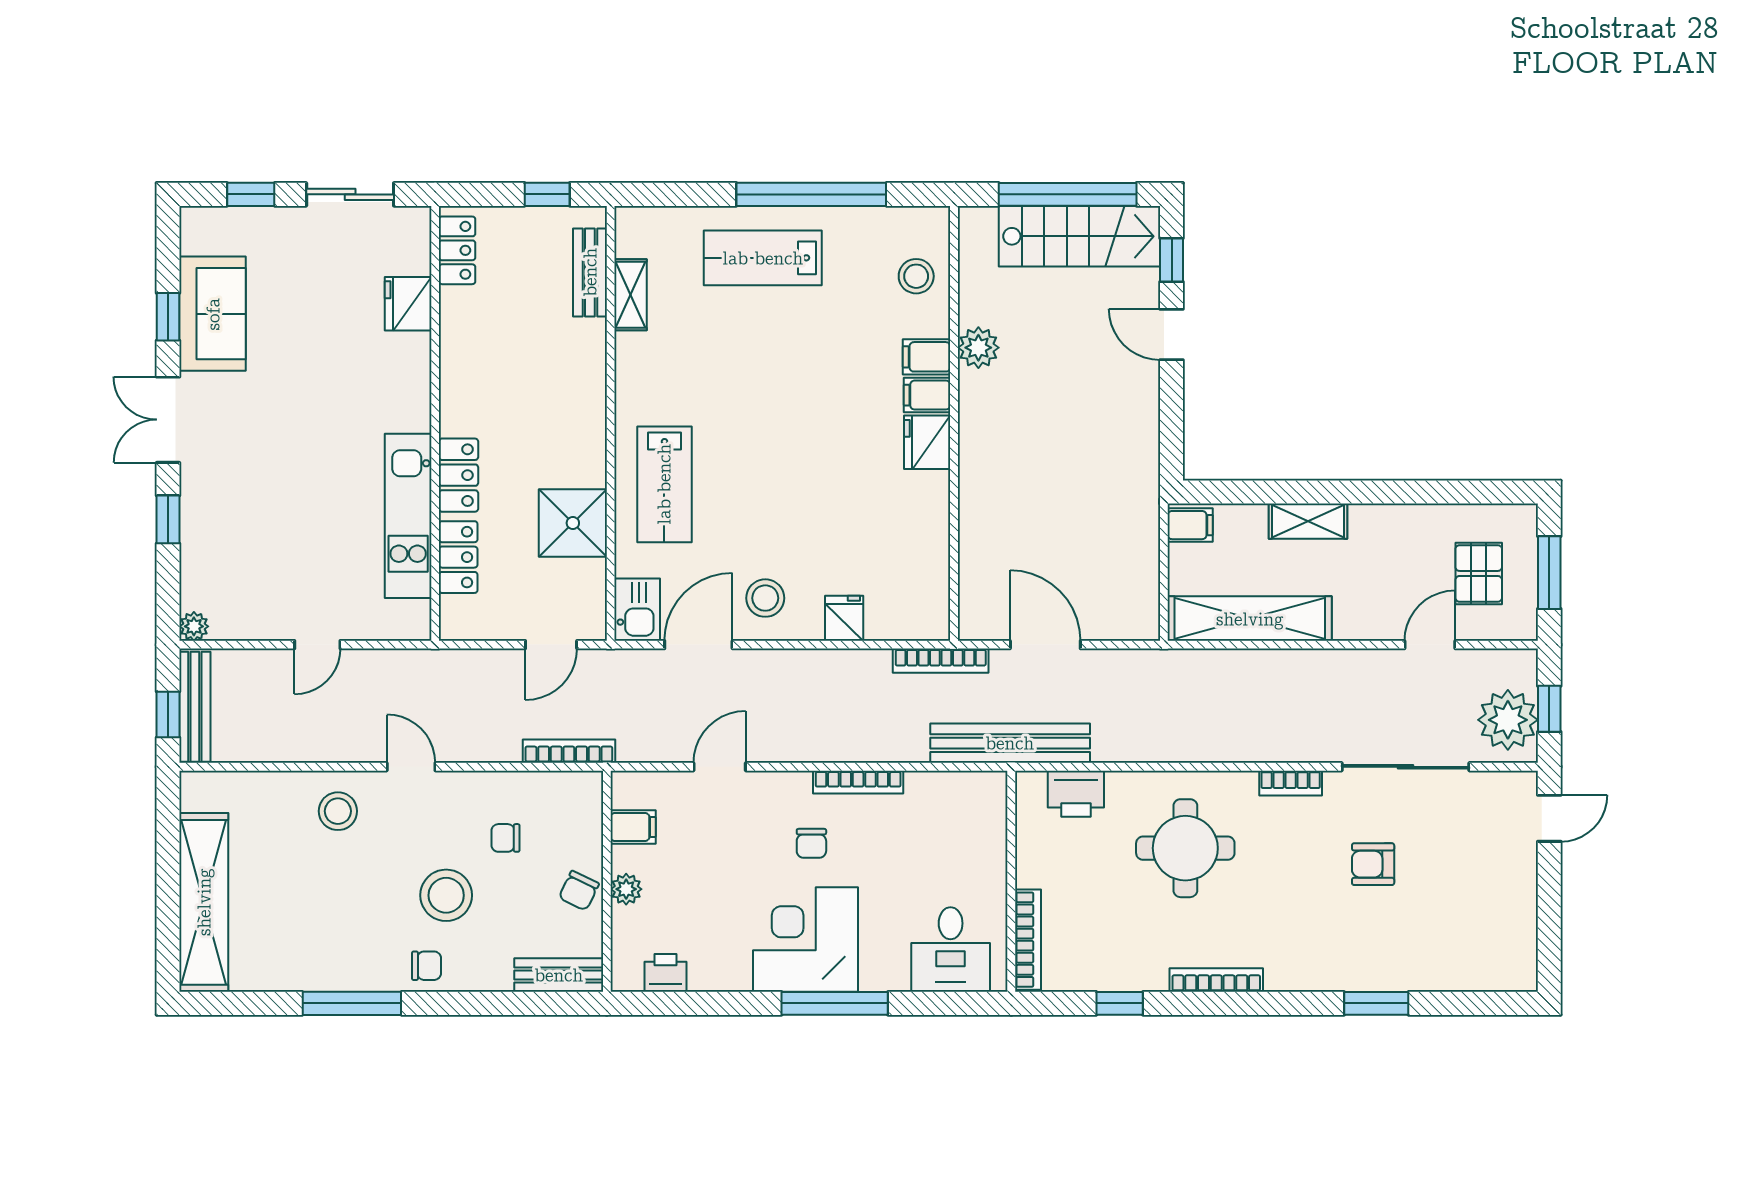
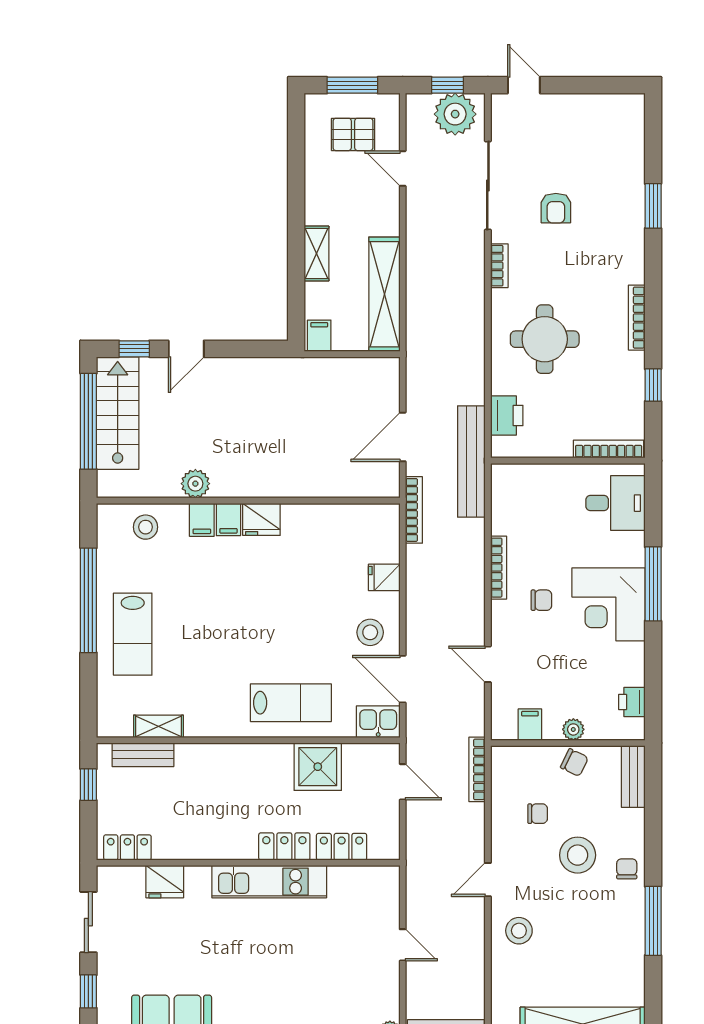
kitchen unit: (408, 516) -> (269, 882), moved
chair: (506, 838) -> (538, 814), turned -90

